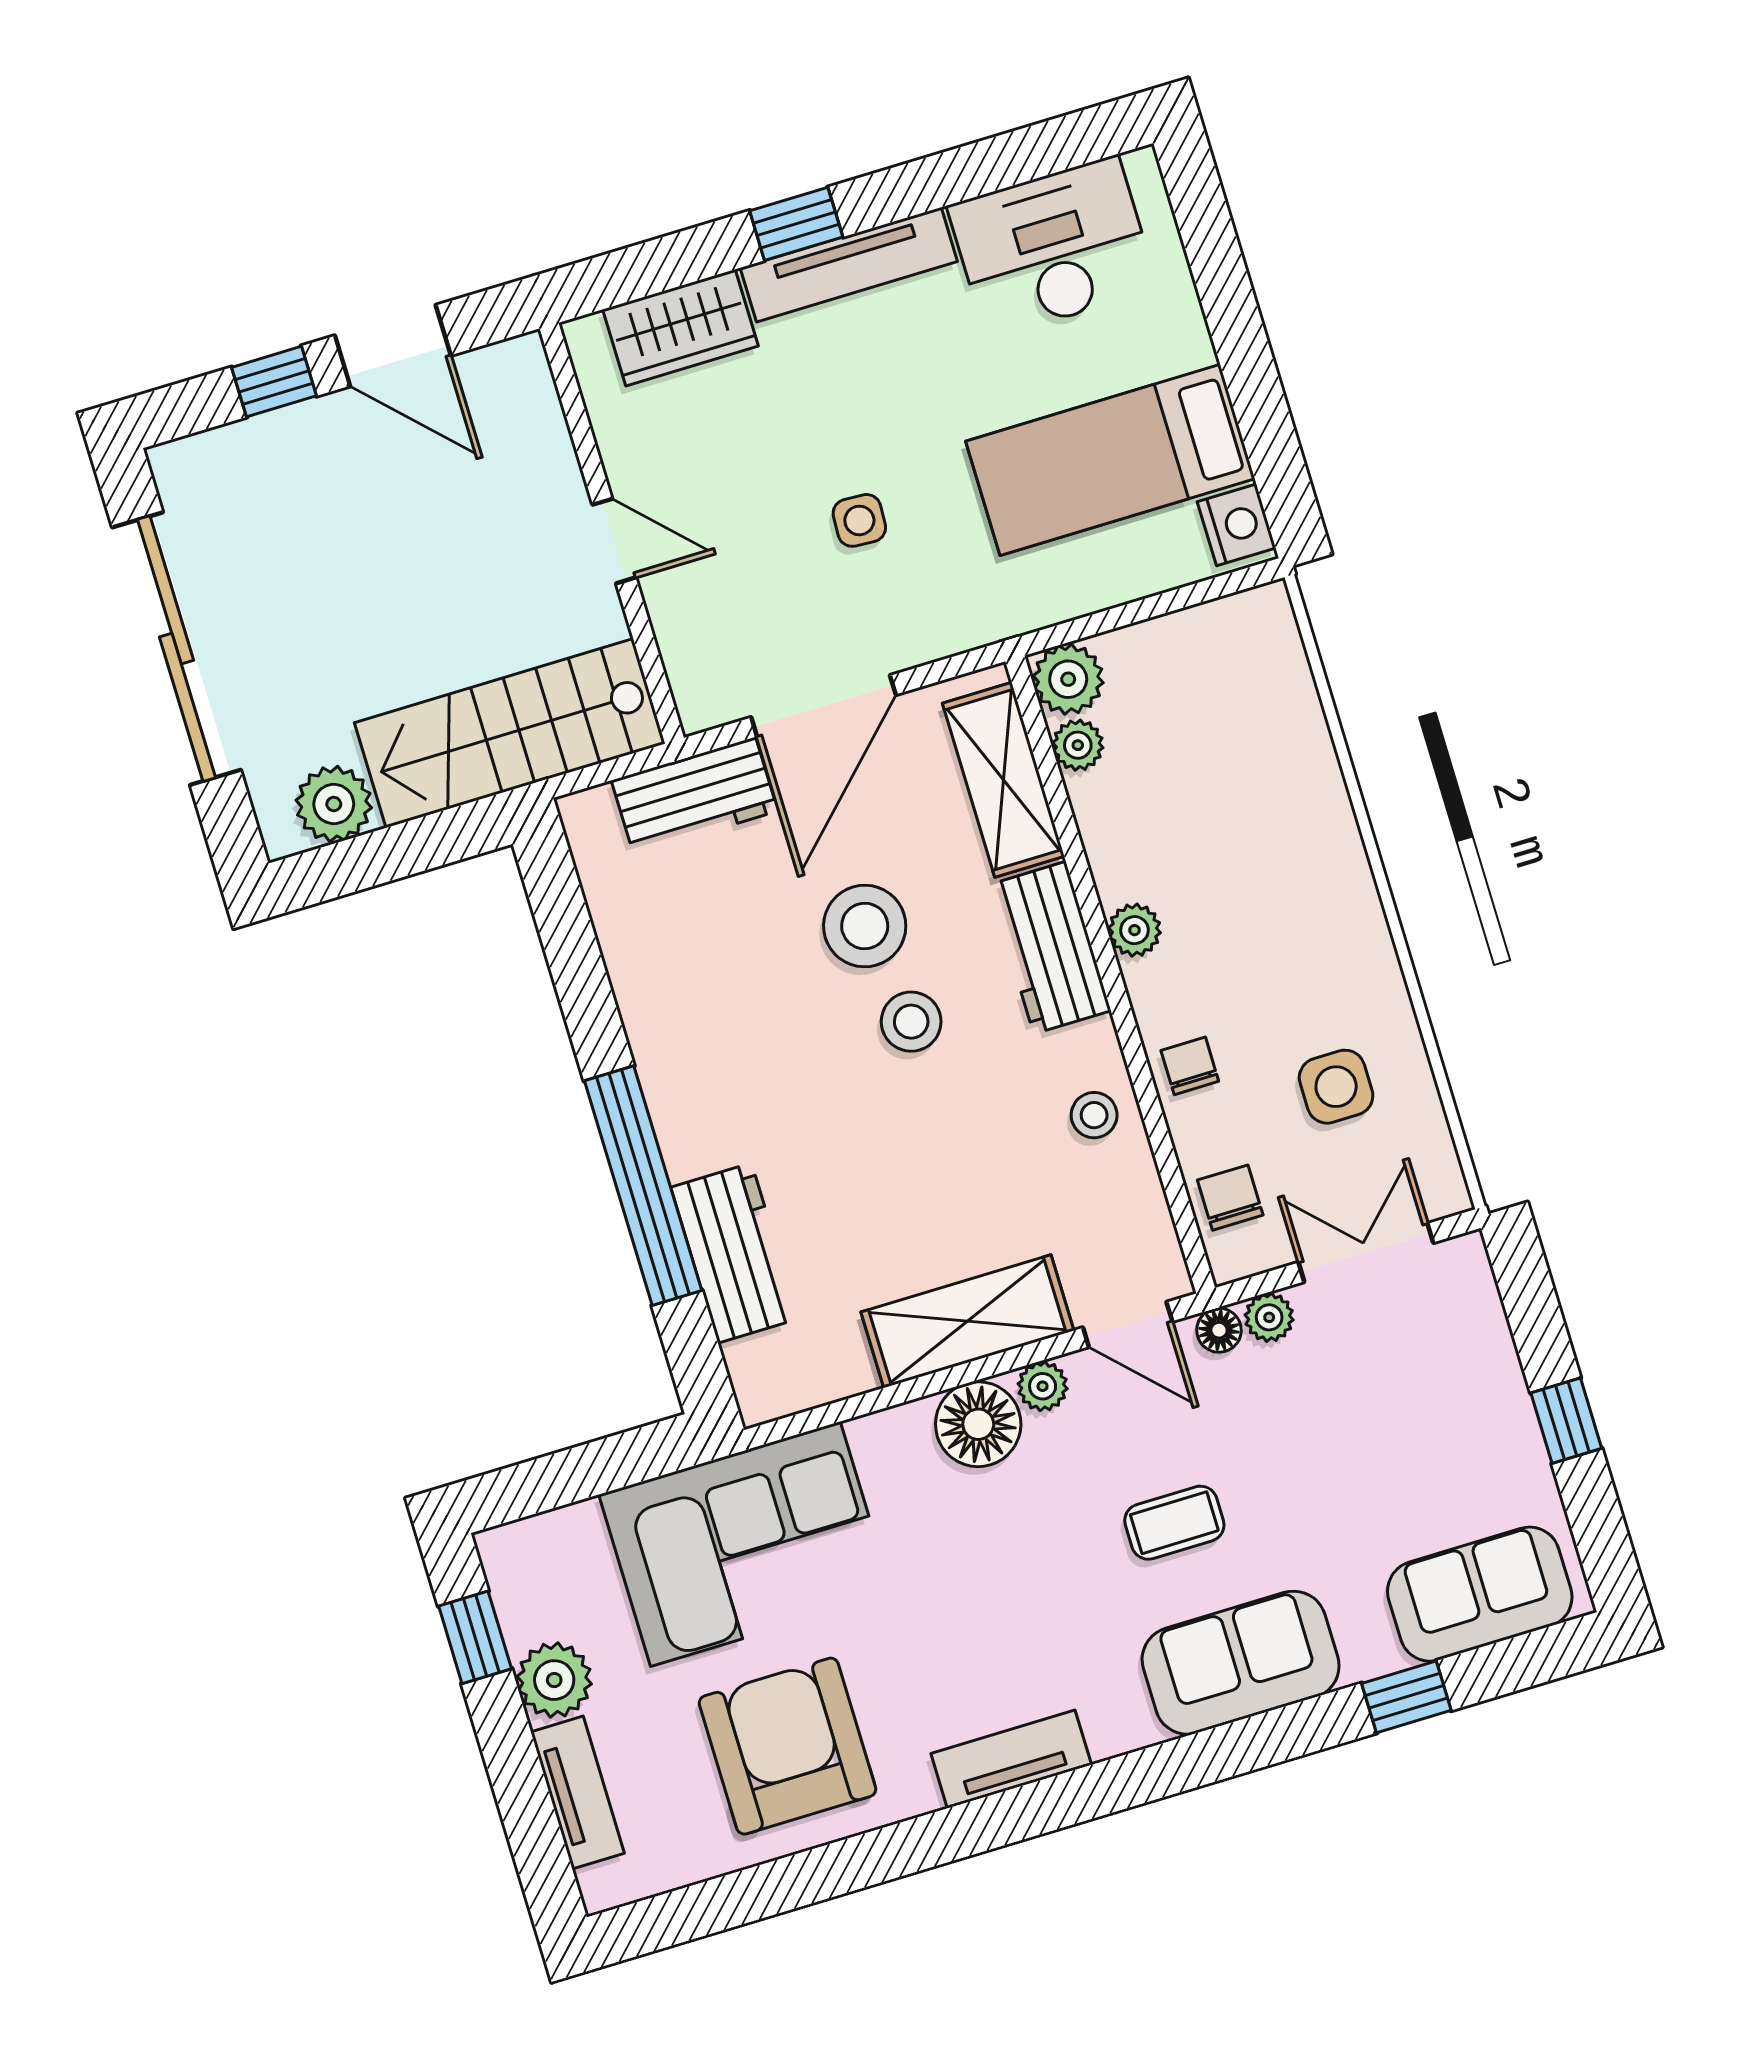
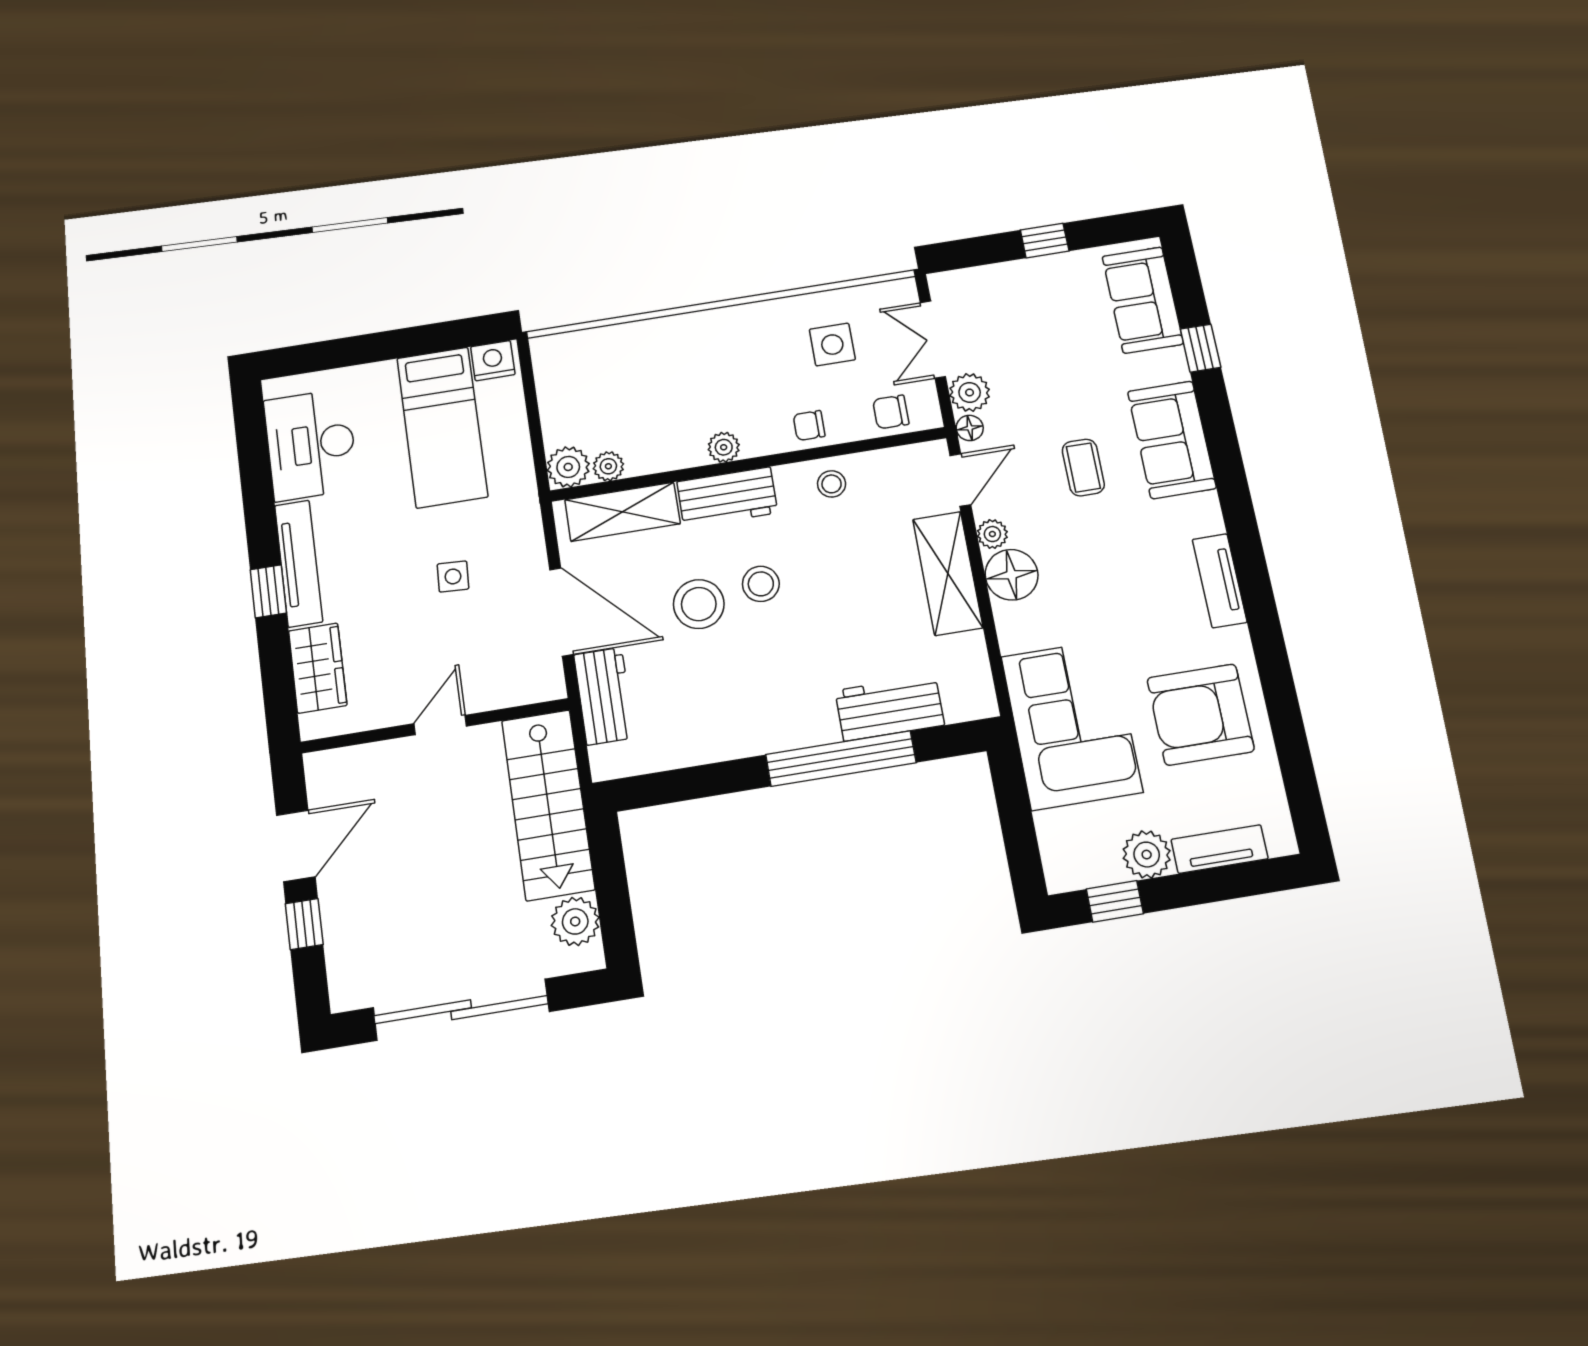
plant: (1269, 1317) -> (970, 392), width x1.38, depth x1.38

